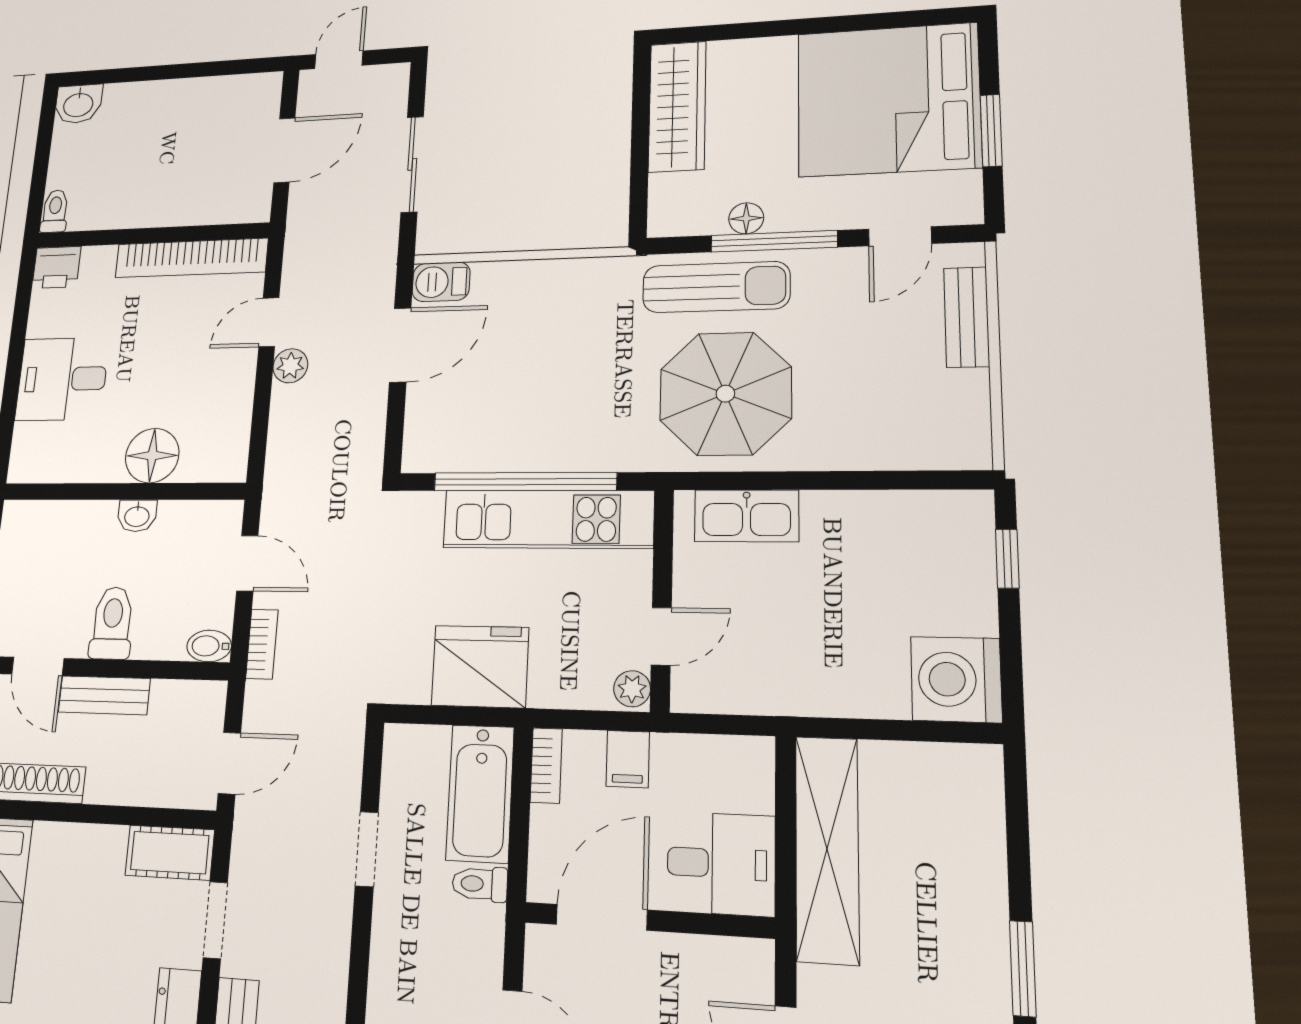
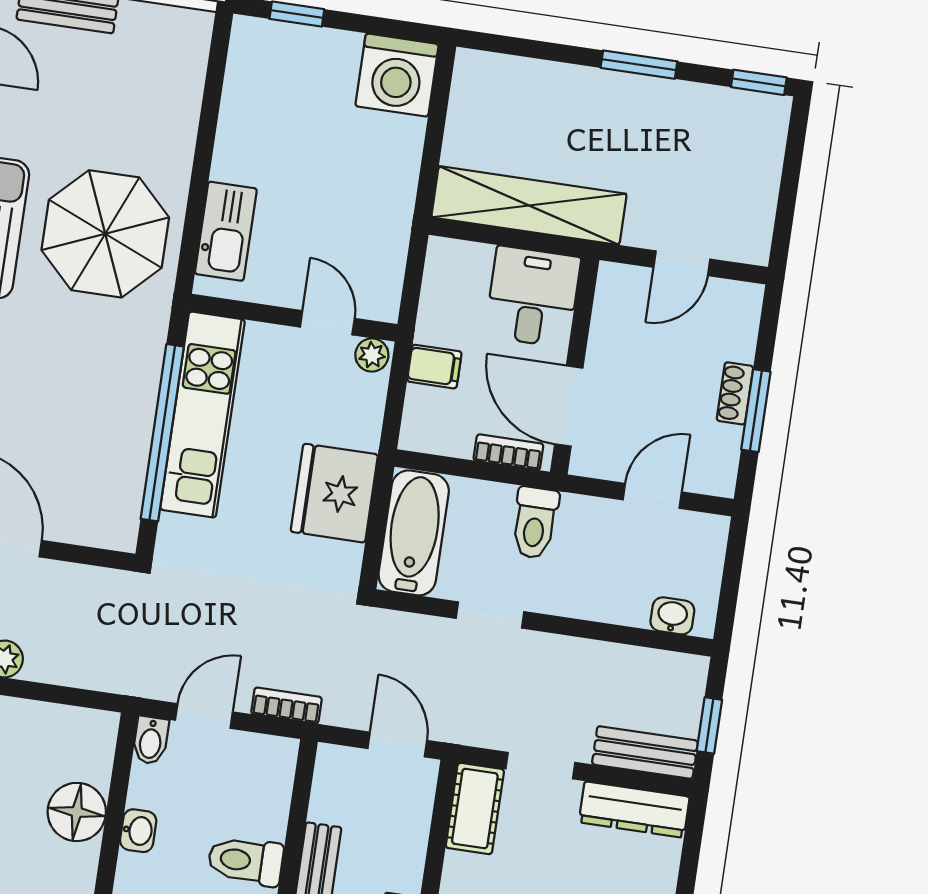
bidet: (209, 646) -> (151, 740), moved
bookcase: (546, 765) -> (508, 452), moved
bathtub: (480, 793) -> (414, 533), moved, turned -90
toilet: (480, 884) -> (535, 523), width x1.37, depth x1.39

